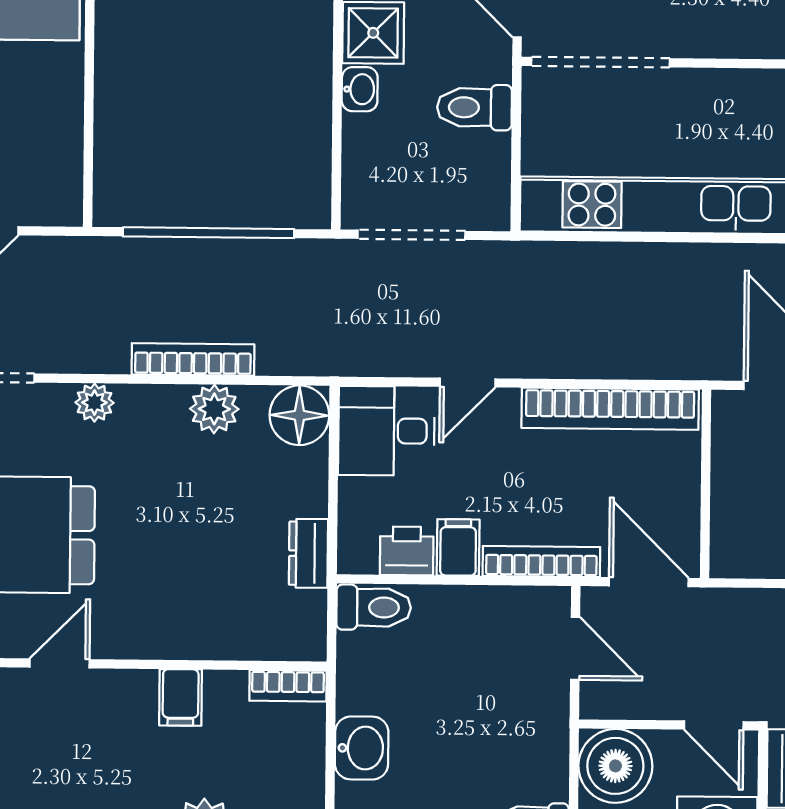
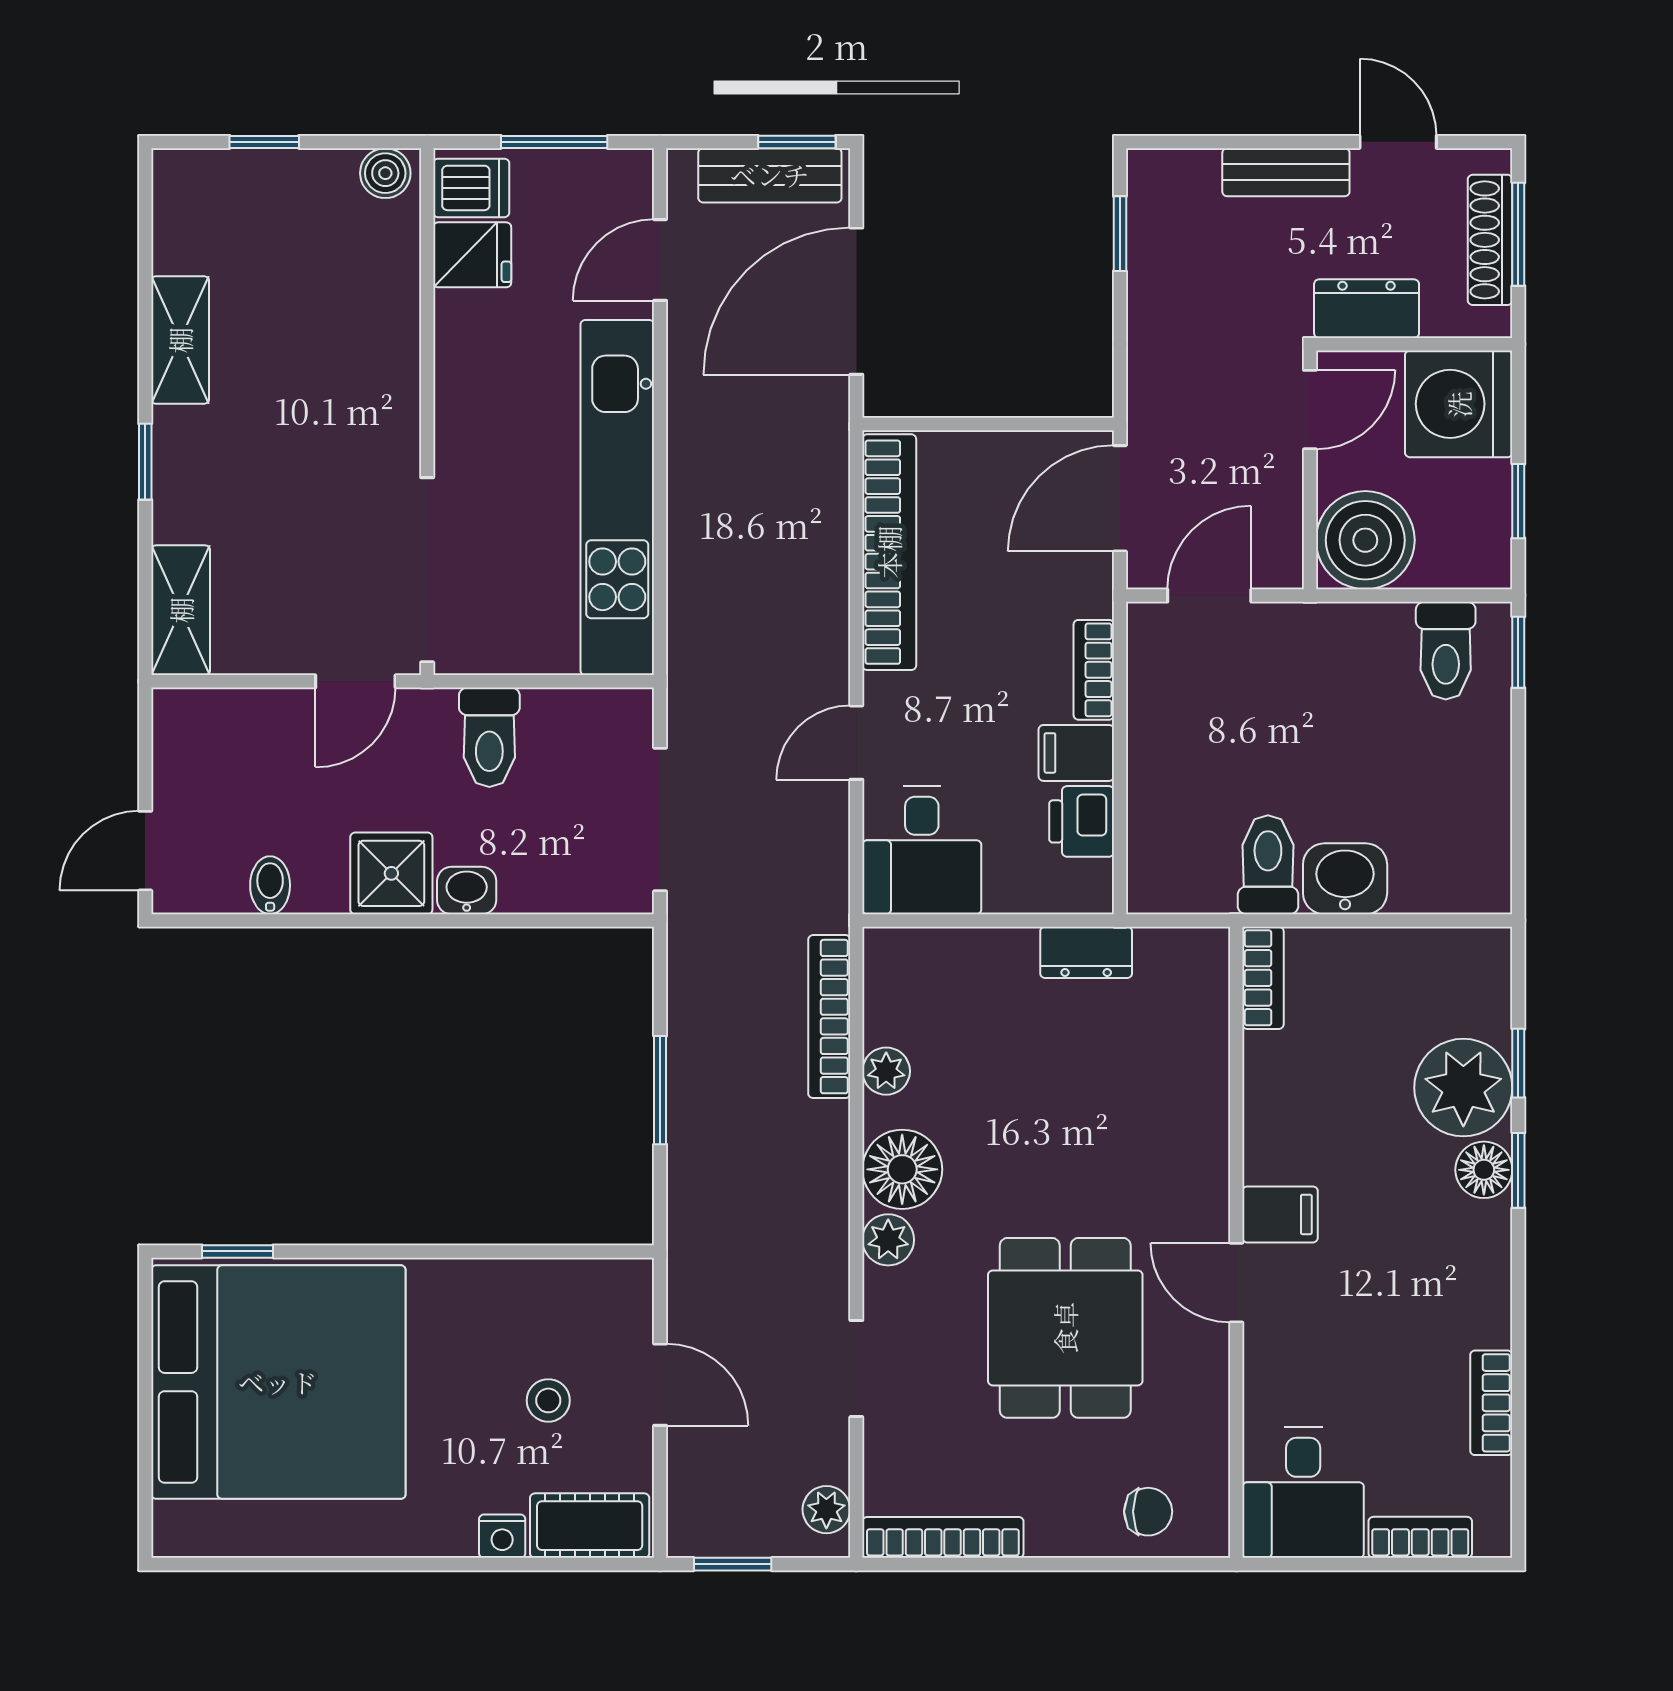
window: (208, 233) -> (660, 1090), width x0.47
bookcase: (193, 359) -> (829, 1017), moved
door: (468, 383) -> (856, 743), swing flipped
plant: (214, 409) -> (886, 1071), width x0.73, depth x0.73
floor lamp: (299, 415) -> (902, 1169), moved
bookcase: (541, 561) -> (1094, 670), width x0.64
toilet: (374, 607) -> (1268, 865), moved
filing cabinet: (181, 697) -> (1280, 1214), moved

